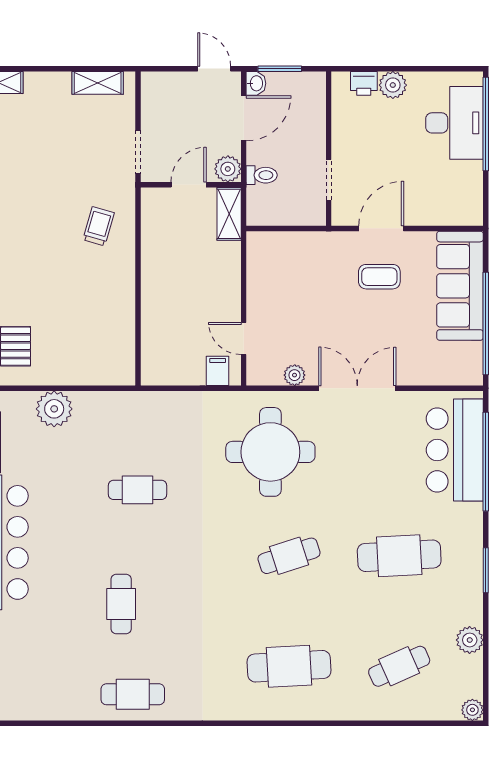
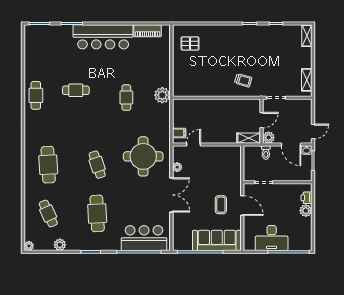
desk: (455, 123) -> (272, 238), moved
door: (189, 185) -> (262, 120), hinge flipped
plant: (54, 409) -> (162, 95), moved

